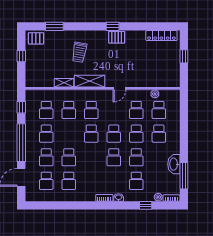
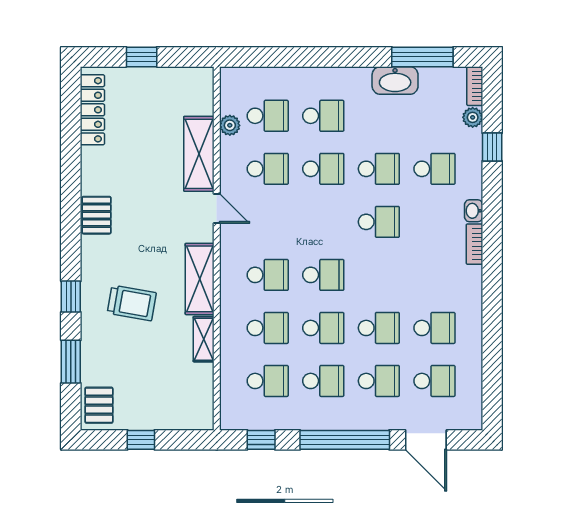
window: (113, 26) -> (71, 297), moved
shelving: (143, 81) -> (199, 154), added
school desk: (114, 134) -> (323, 328), moved

